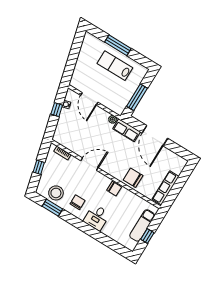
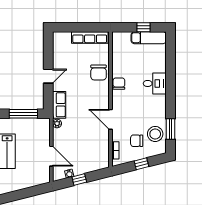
door: (89, 99) -> (51, 156), hinge flipped
door: (155, 136) -> (48, 76), width x0.53
chair: (78, 202) -> (137, 141), moved
exam couch: (142, 225) -> (149, 38), moved

